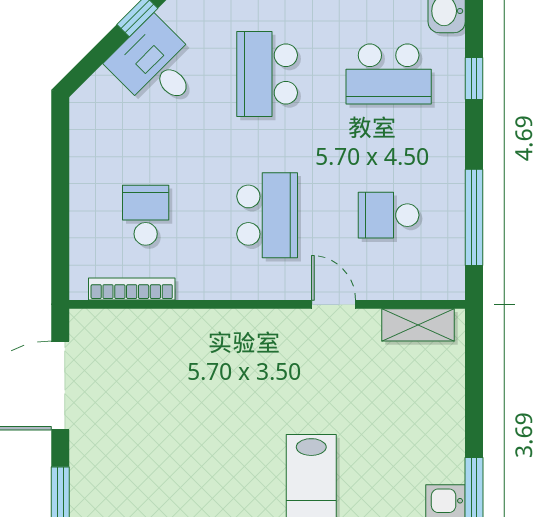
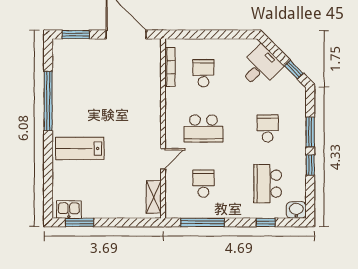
desk: (156, 66) -> (260, 67), moved
school desk: (267, 74) -> (268, 128), width x0.54
school desk: (146, 215) -> (203, 73), turned -90

